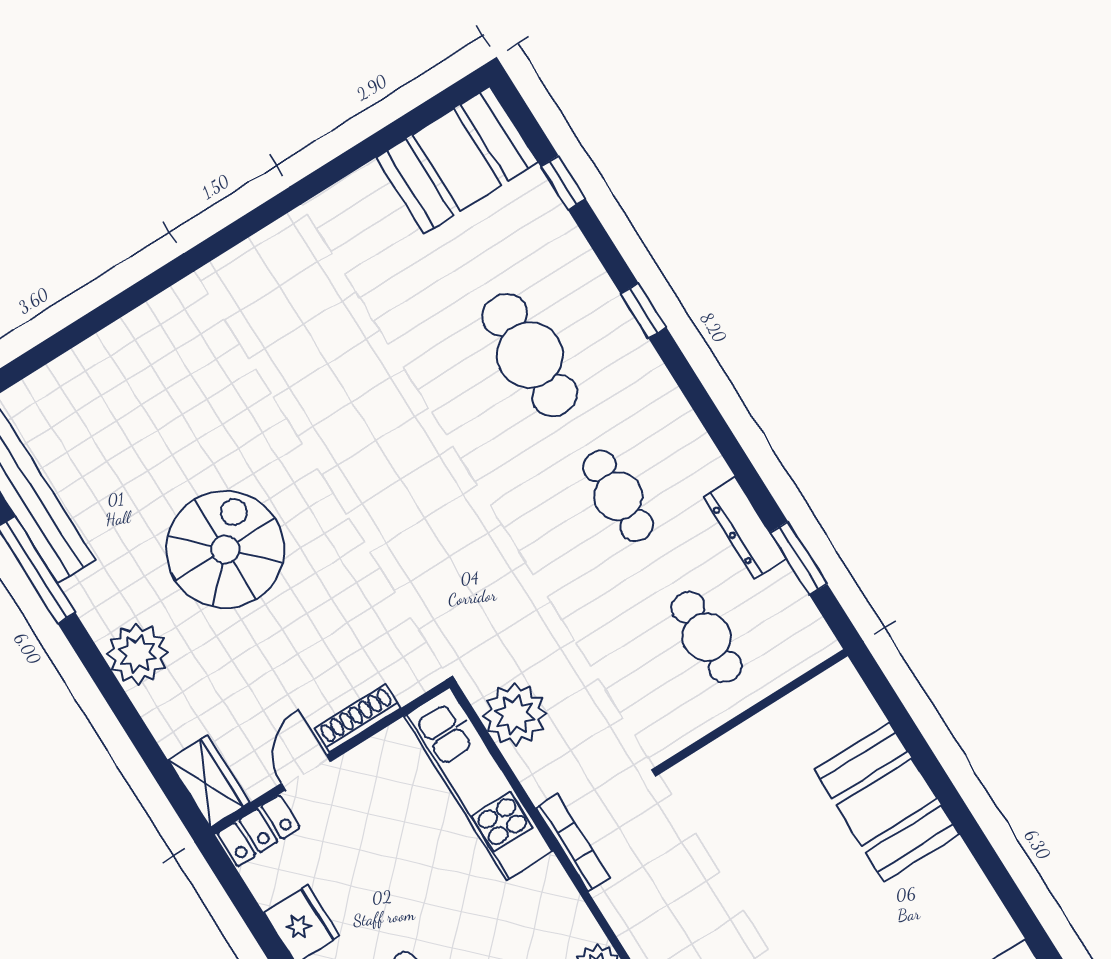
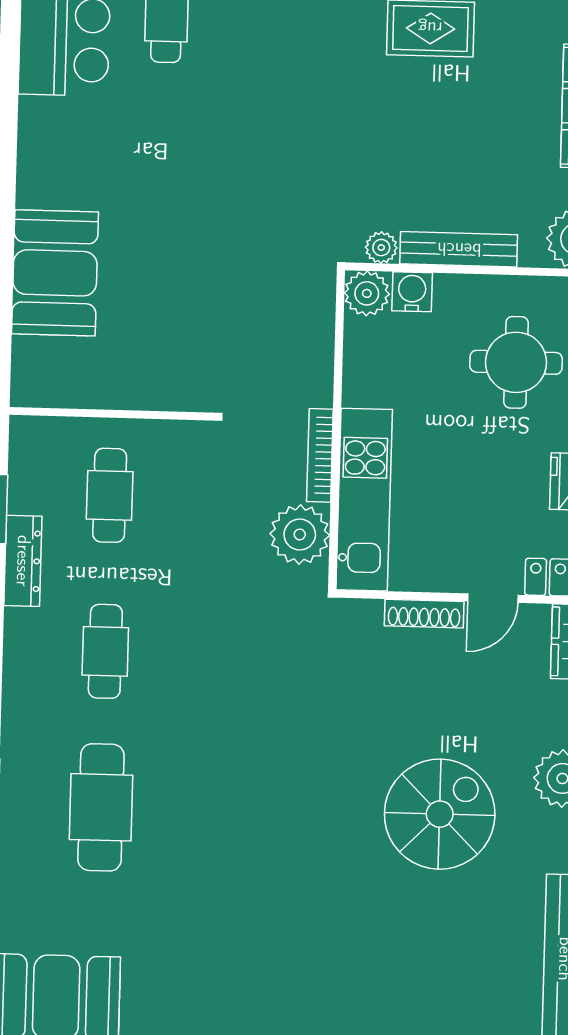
spiral stairs: (225, 549) -> (440, 814), turned 180
bookcase: (573, 843) -> (320, 455), moved

